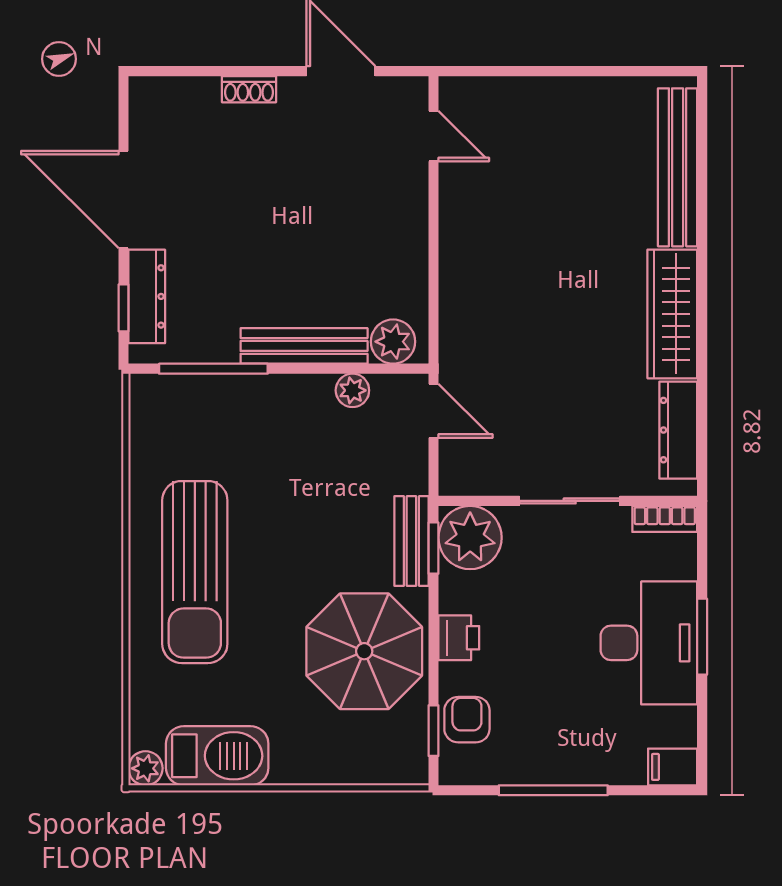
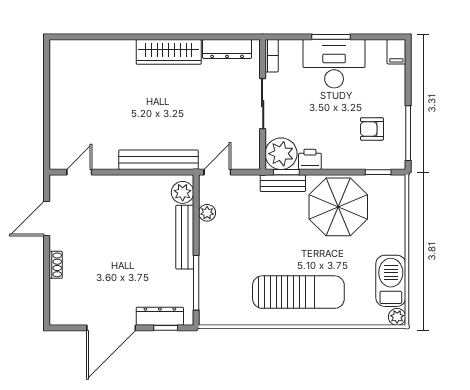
bench: (678, 167) -> (158, 160), moved
printer: (459, 638) -> (310, 159), moved
armchair: (467, 720) -> (372, 129), moved
window: (553, 790) -> (408, 133), moved

